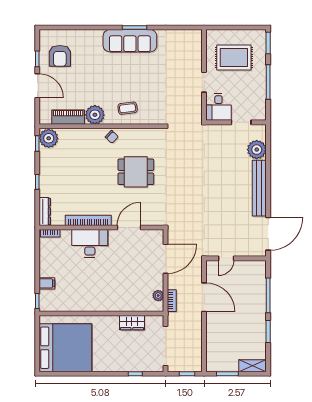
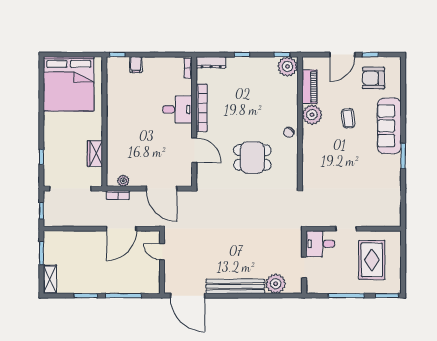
sofa: (130, 41) -> (389, 126), moved
coffee table: (128, 108) -> (348, 118), moved
dining table: (136, 172) -> (252, 157), turned 90
desk: (90, 243) -> (178, 109), width x0.73

